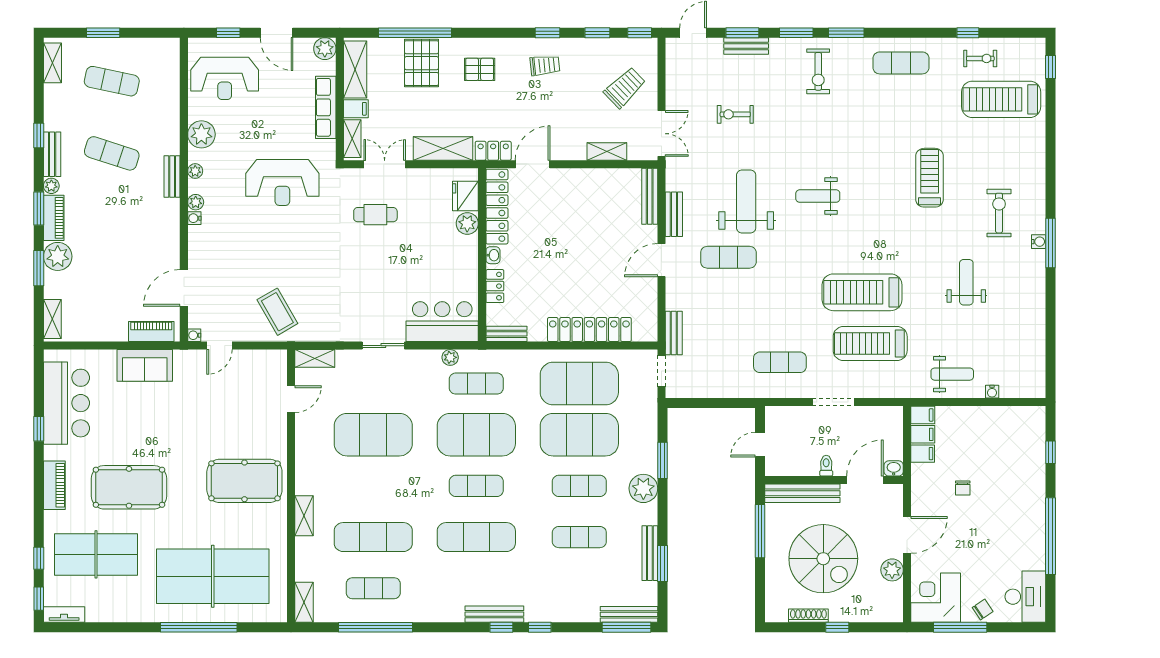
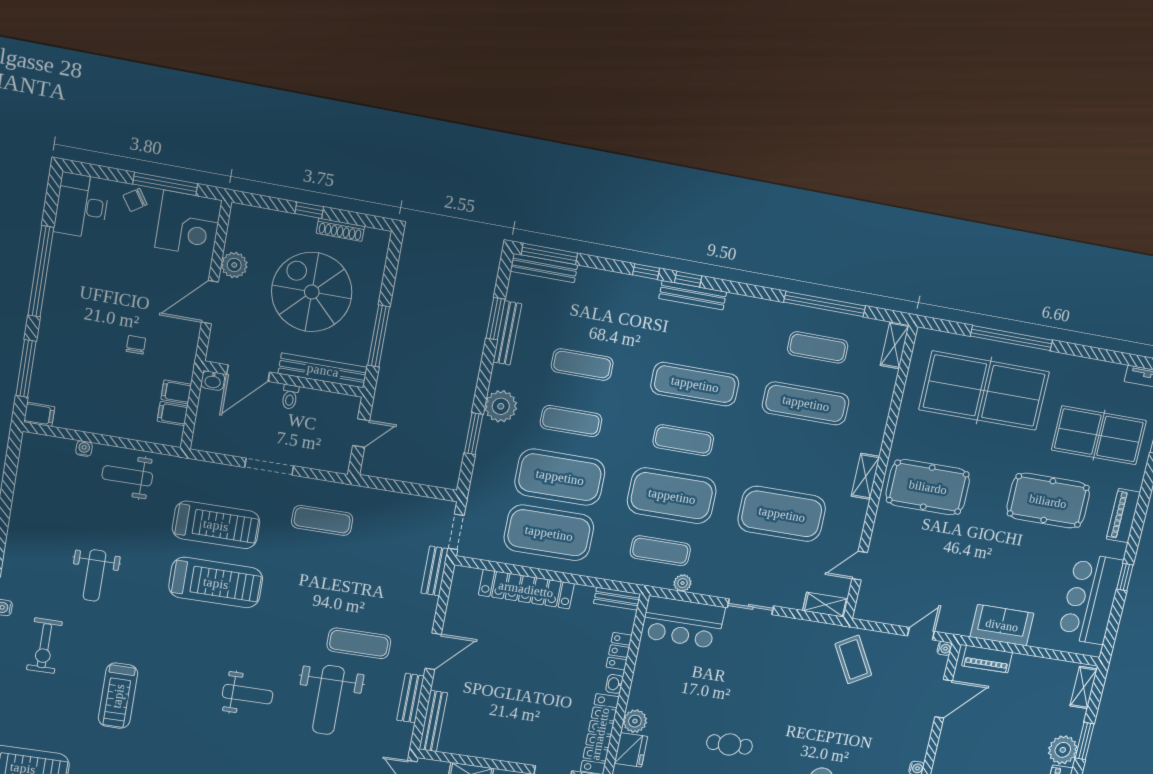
filing cabinet: (923, 415) -> (39, 414), moved, turned 180
window: (1050, 452) -> (26, 368), width x2.17
shelving: (304, 516) -> (866, 476), moved

